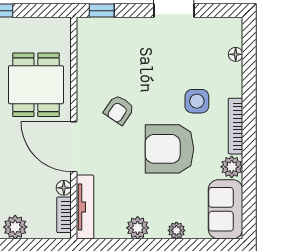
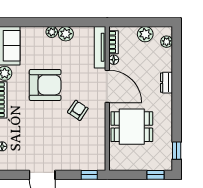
dining table: (36, 85) -> (132, 127), turned 90
side table: (197, 101) -> (27, 116), removed
plant: (176, 230) -> (52, 32), moved

